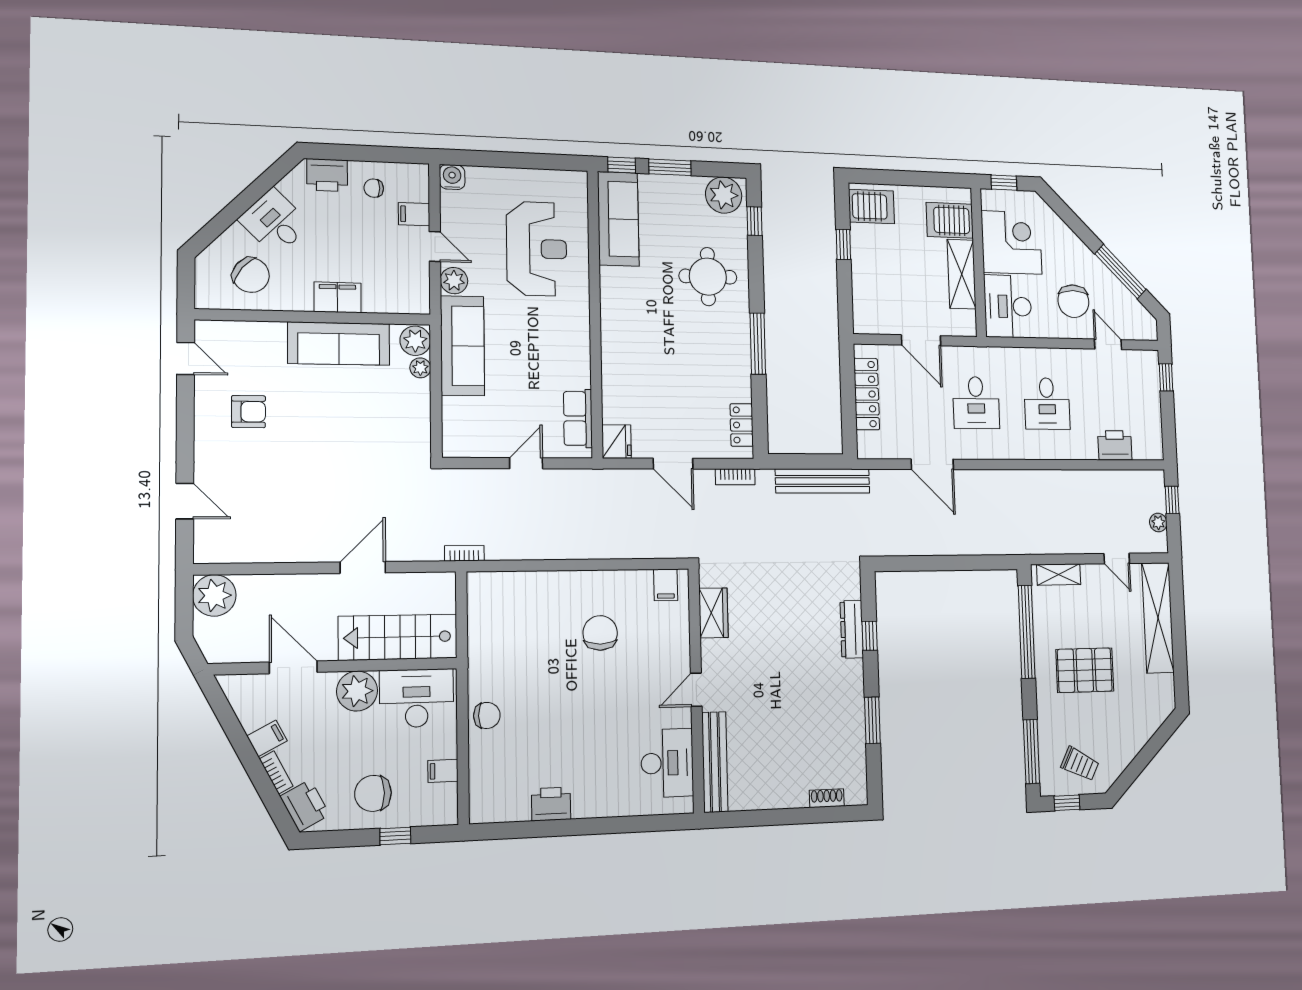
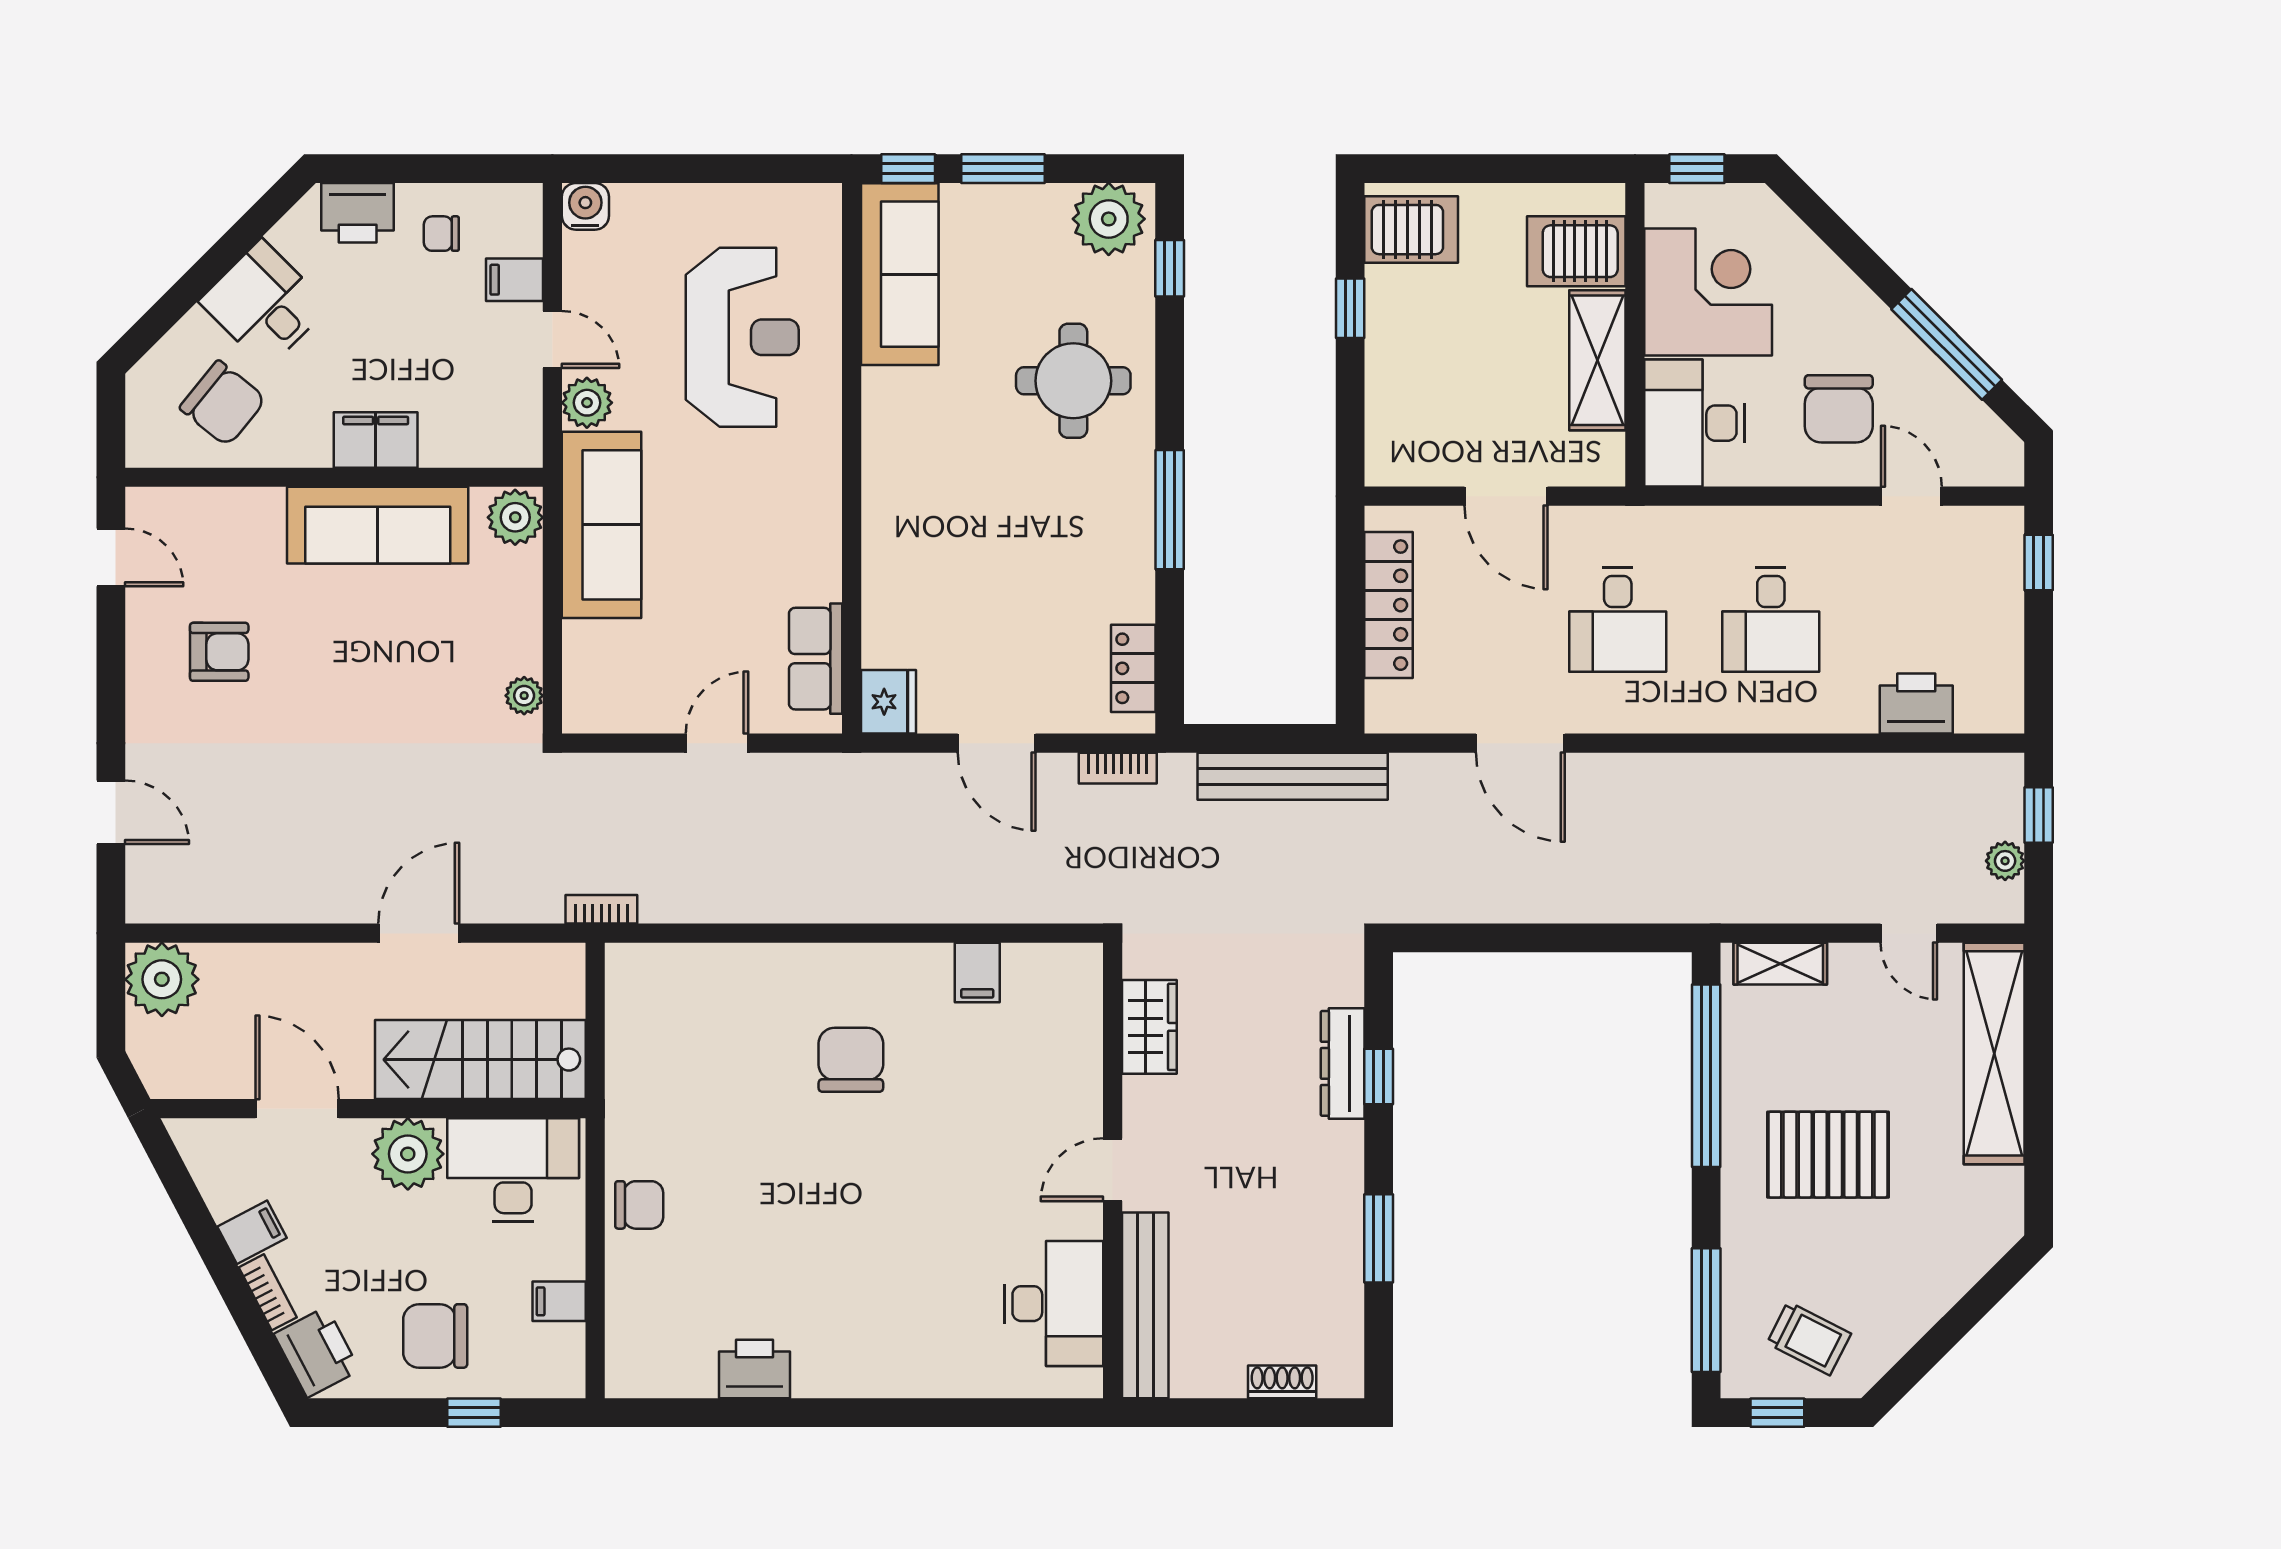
plant: (420, 368) -> (524, 696), moved
wardrobe: (713, 613) -> (1149, 1027), moved
door: (696, 690) -> (1113, 1170), moved
wall: (696, 690) -> (1113, 1170), moved
bench: (715, 762) -> (1145, 1305), moved
desk: (667, 763) -> (1054, 1304), moved

